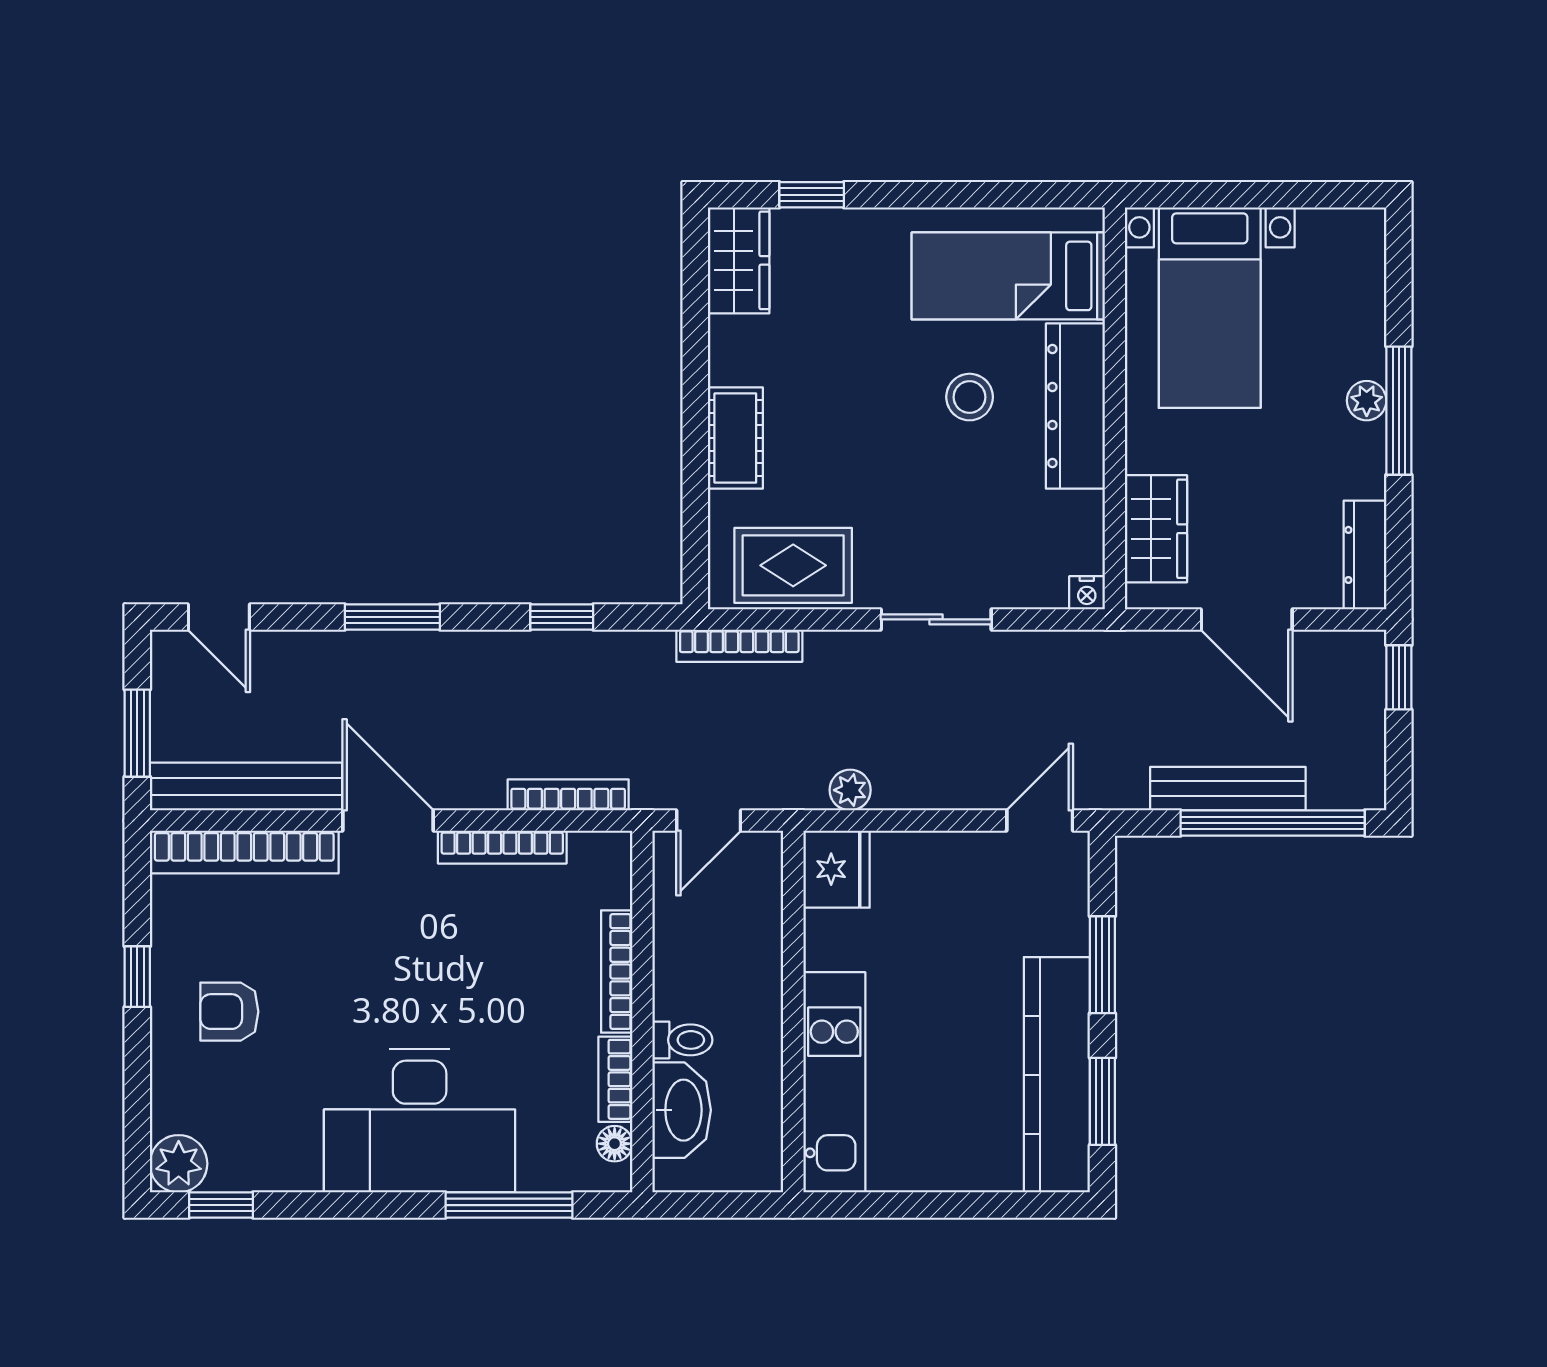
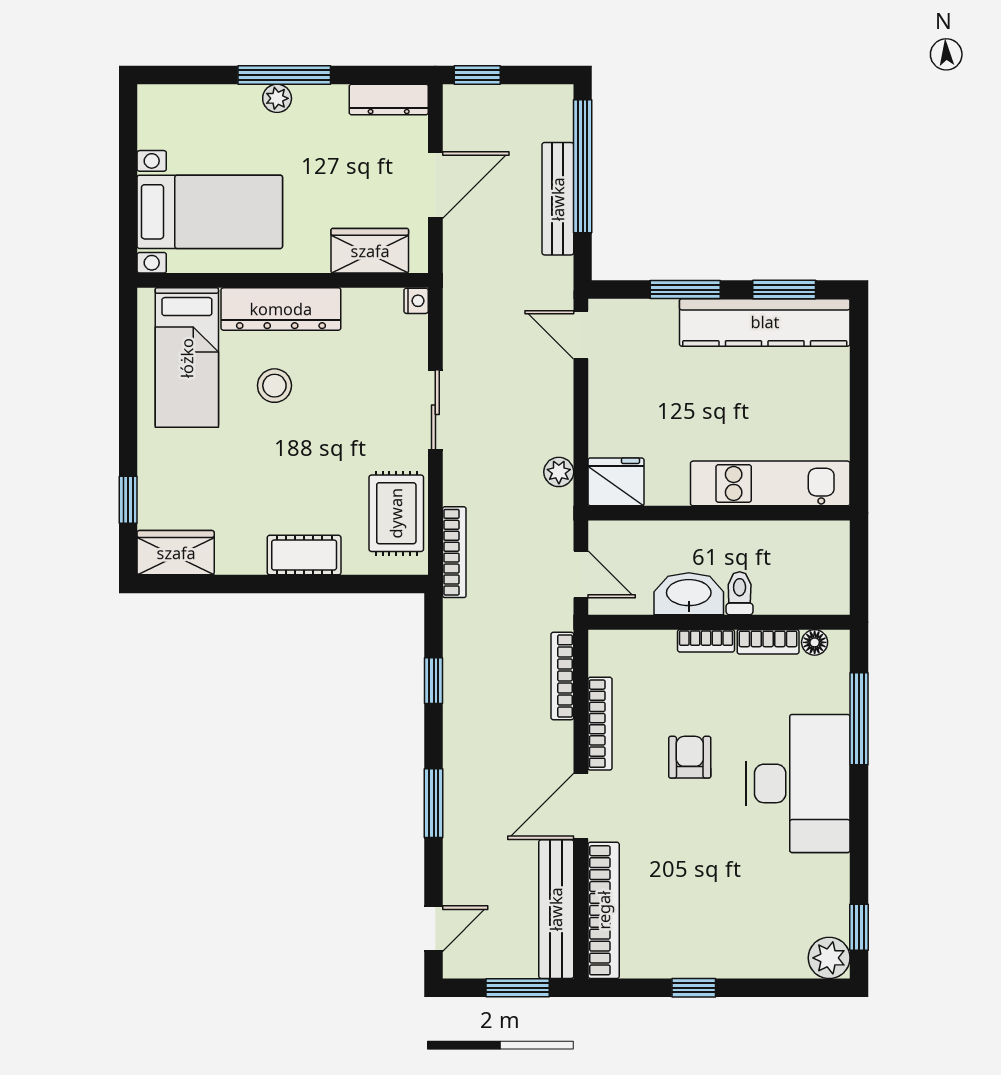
bookcase: (617, 972) -> (706, 641), width x0.64
armchair: (229, 1012) -> (690, 757), moved, turned 180
washbasin: (682, 1110) -> (689, 594), moved

